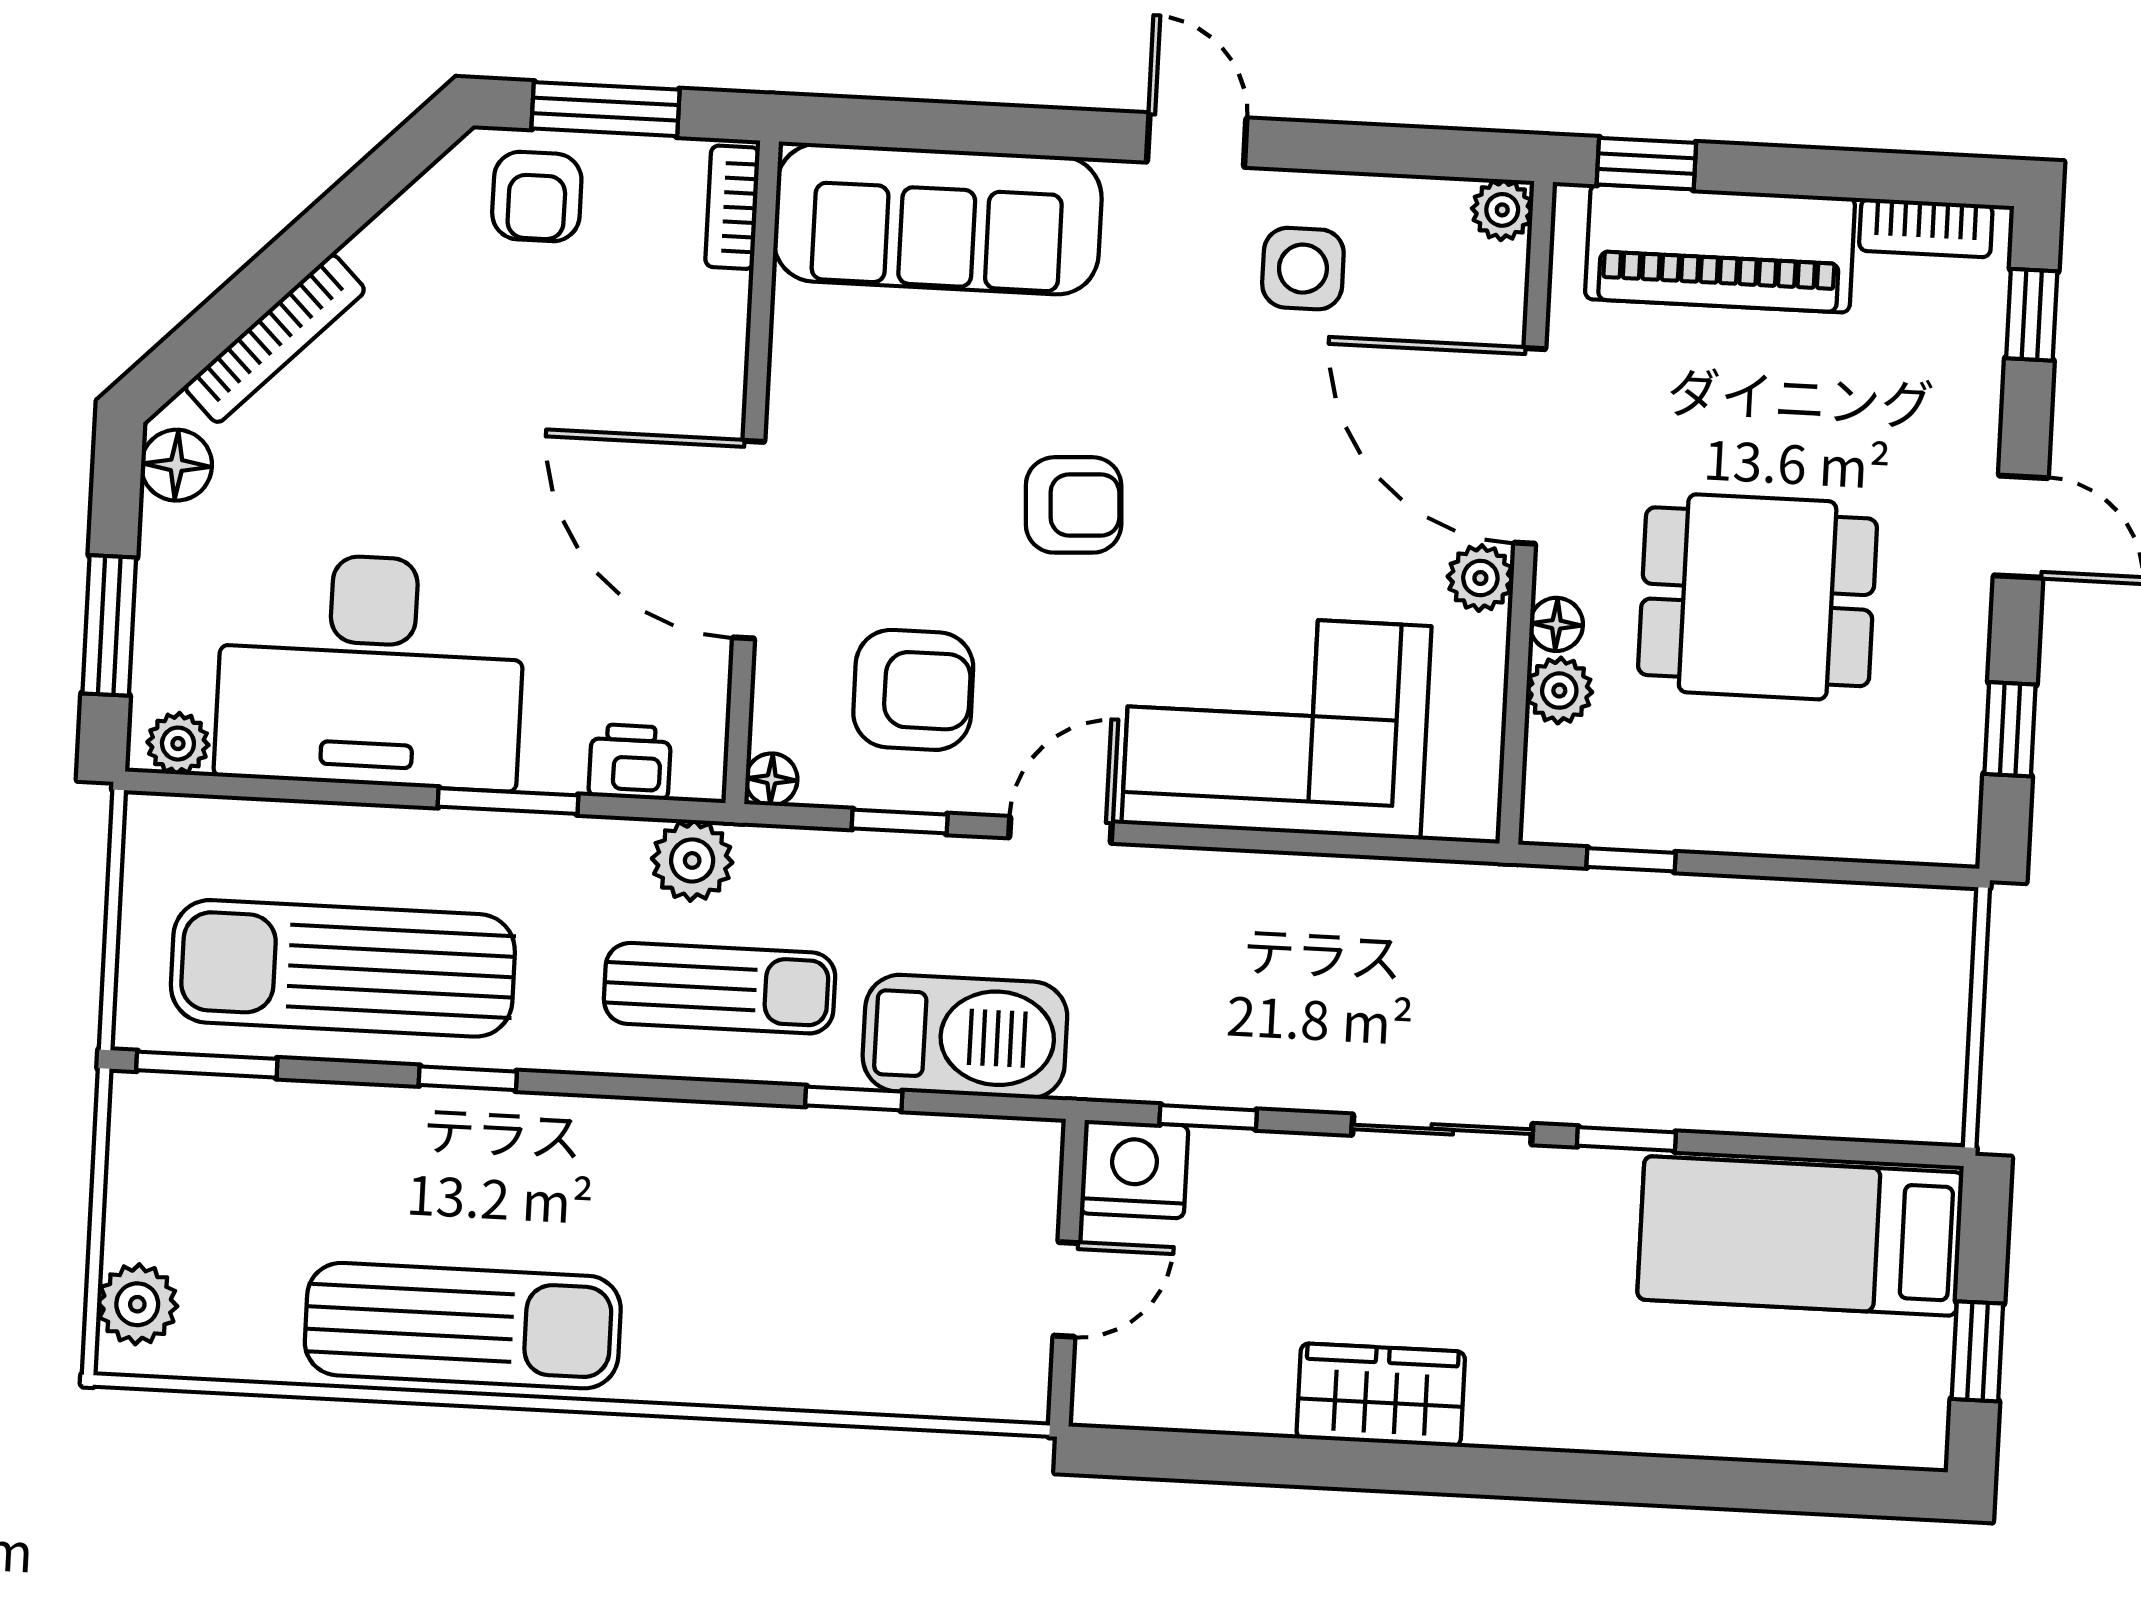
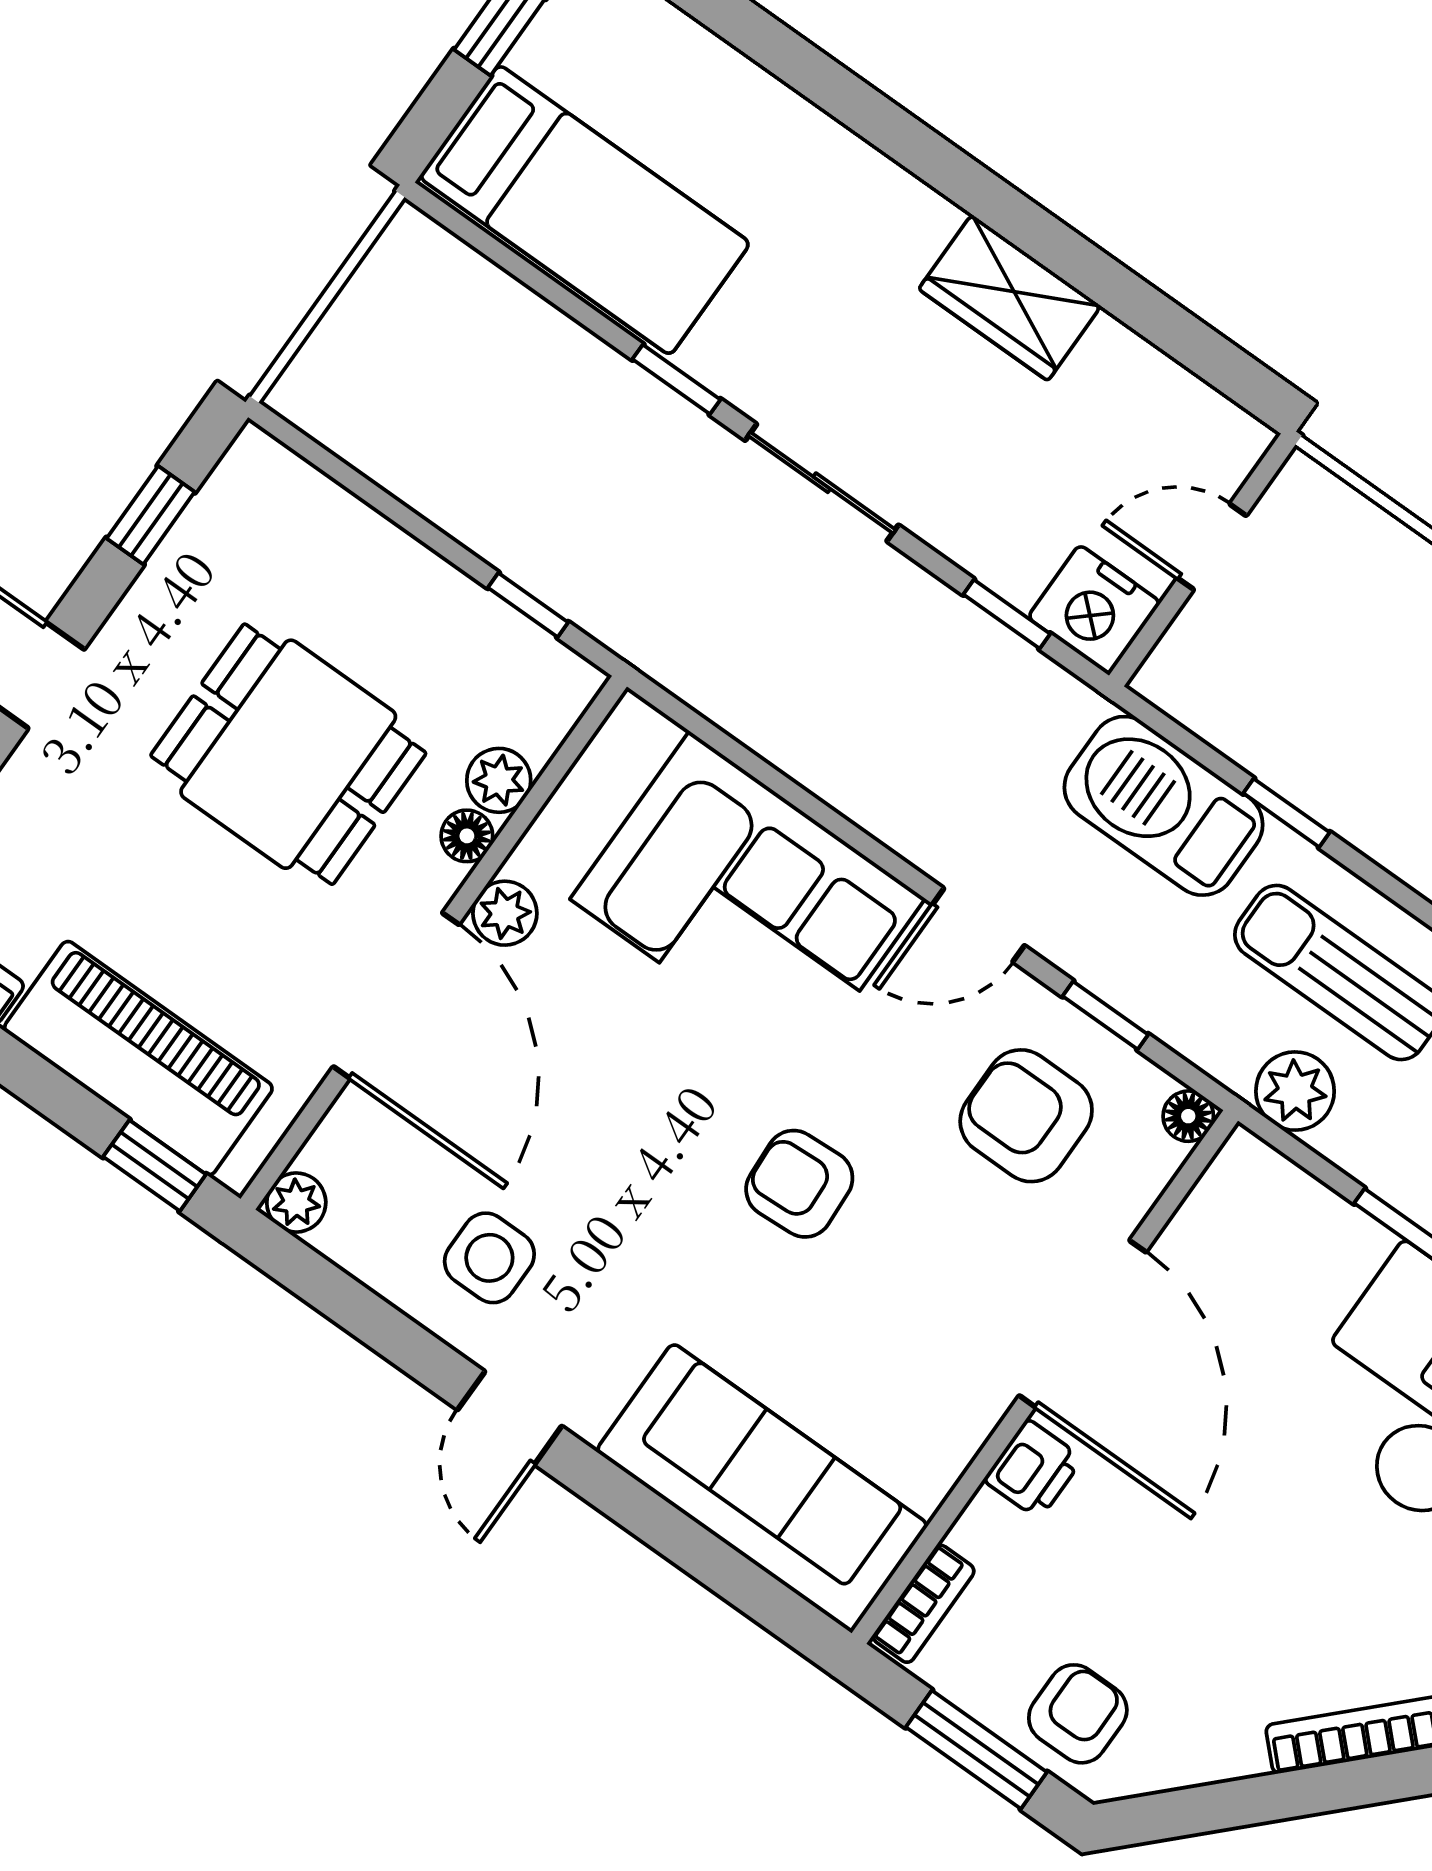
printer: (630, 762) -> (1033, 1469), moved, turned -90

